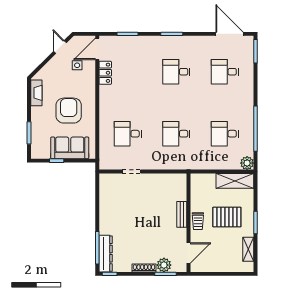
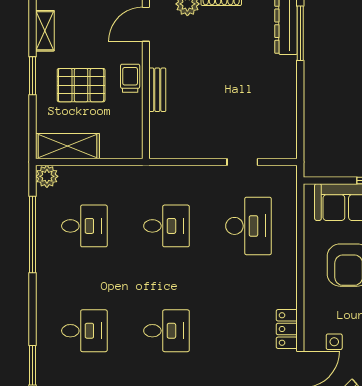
desk: (128, 134) -> (248, 226), width x1.37

